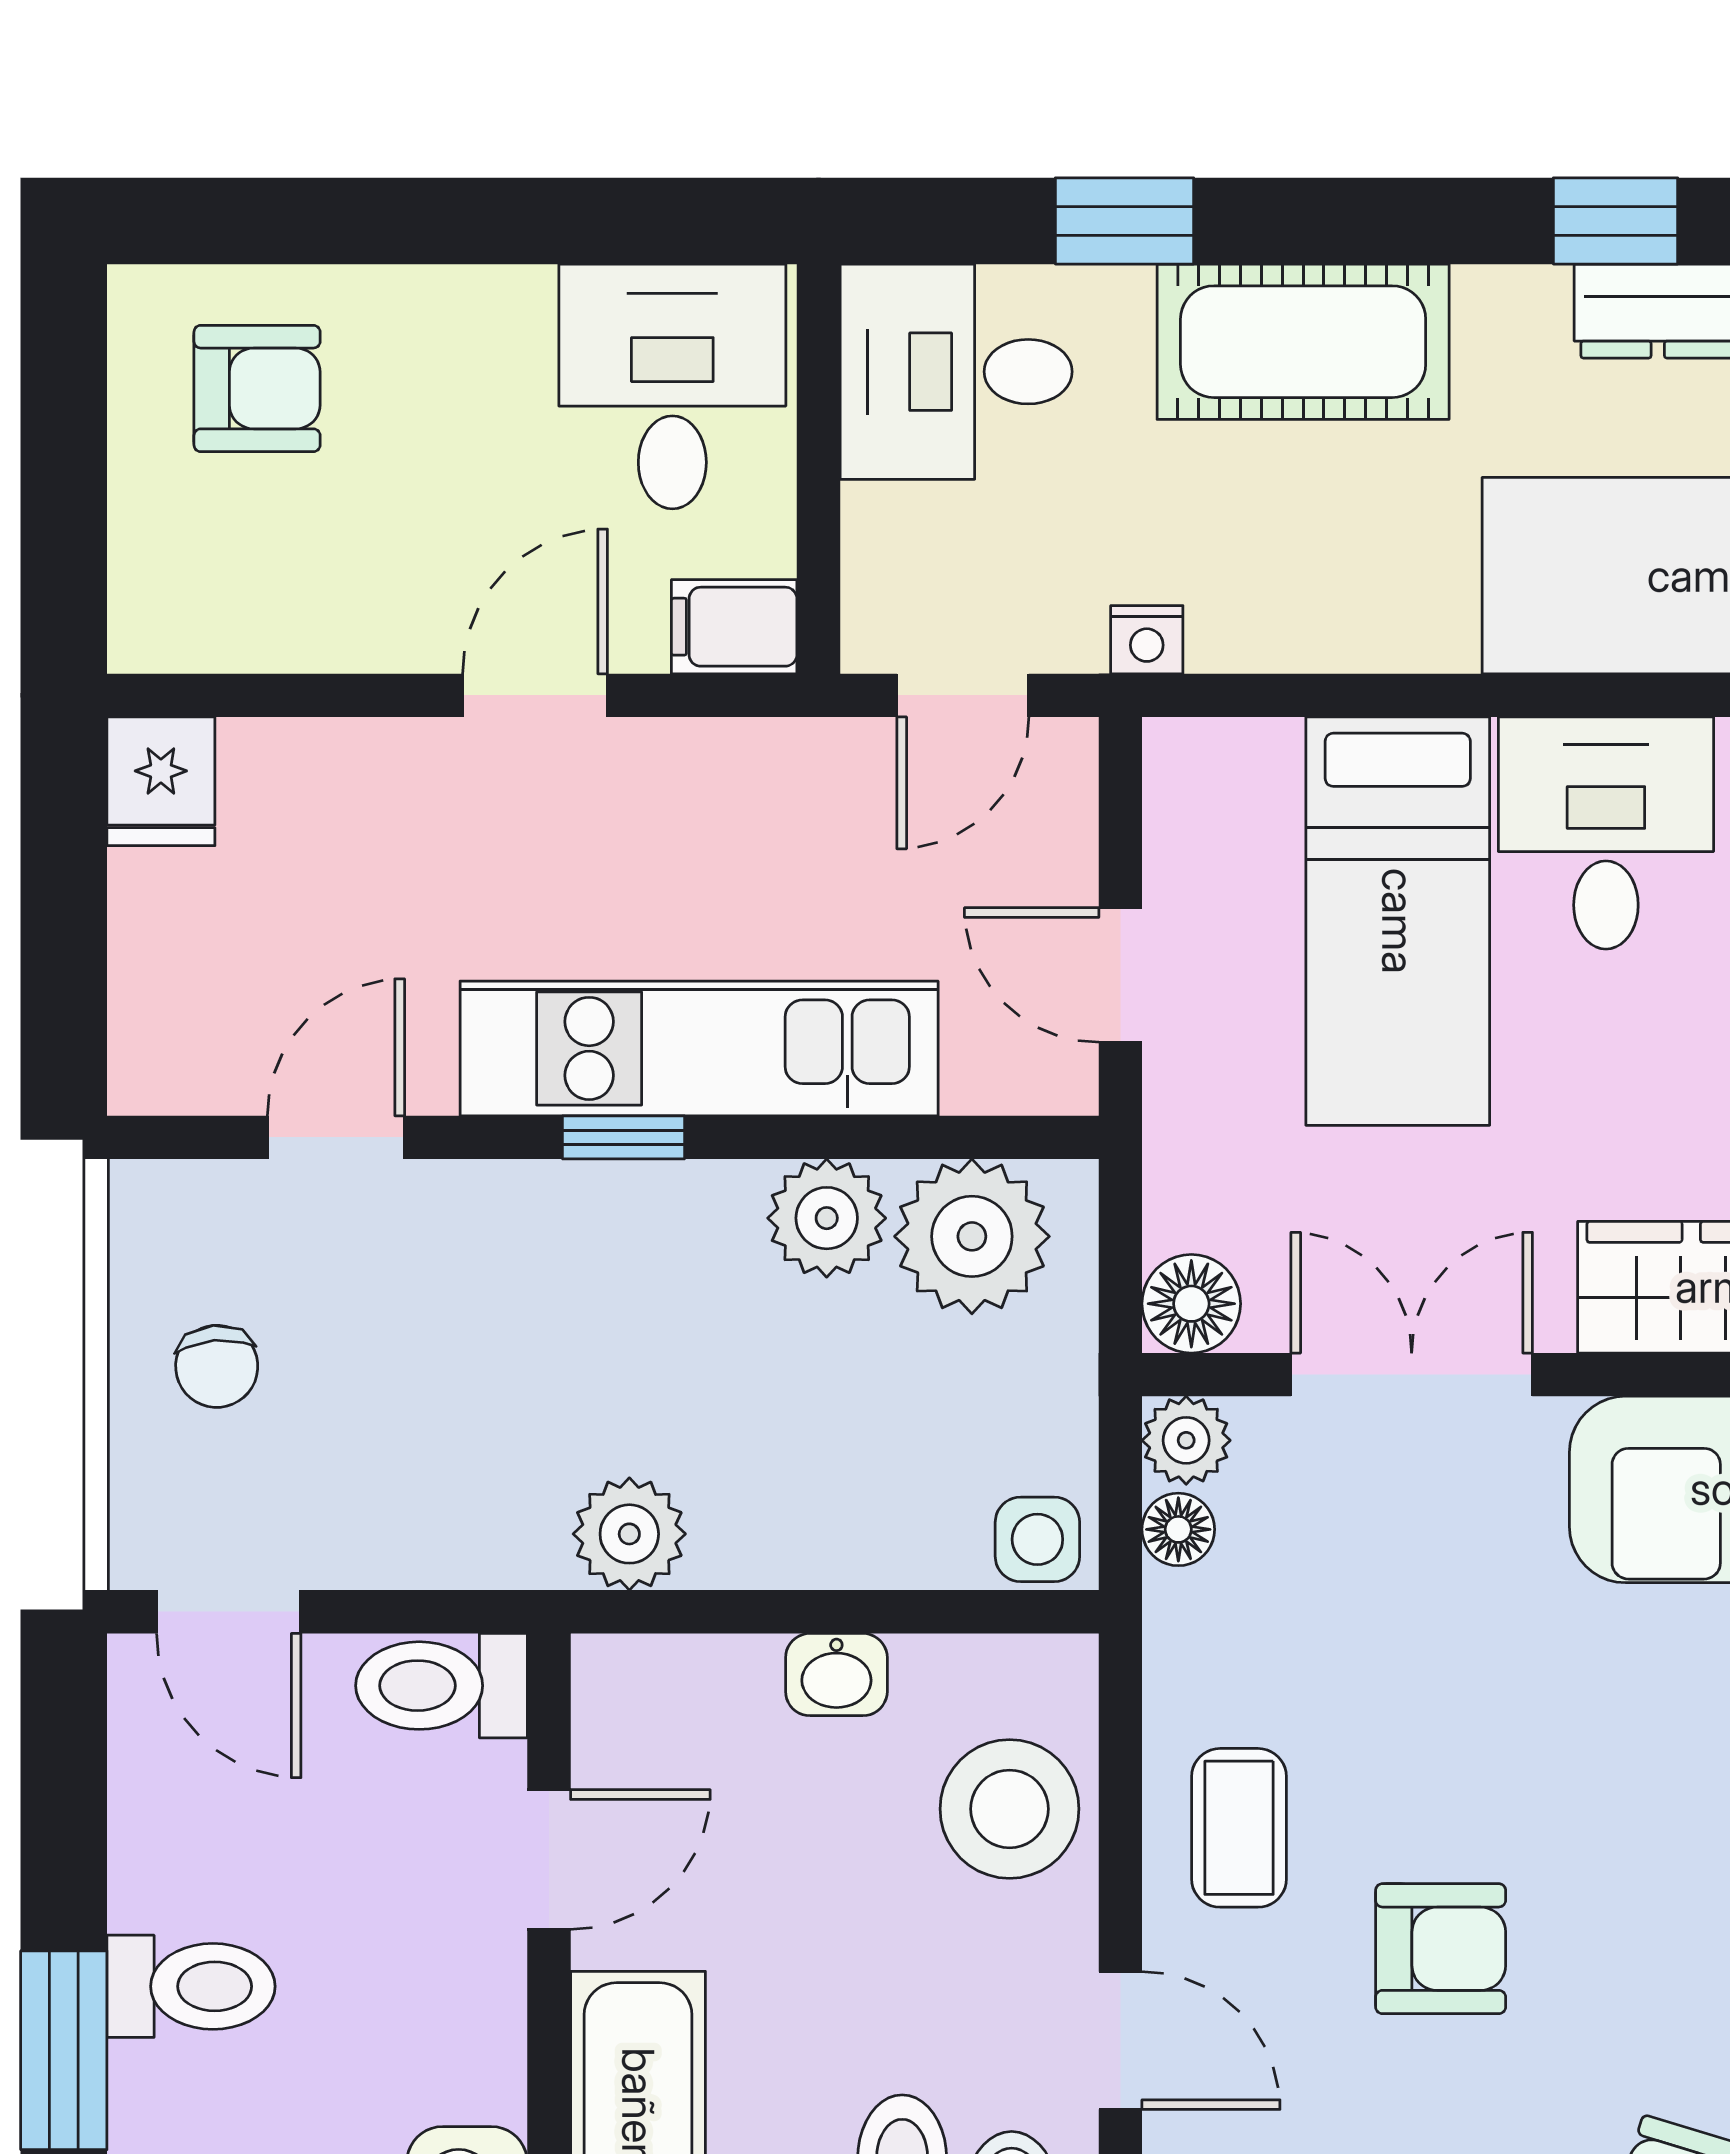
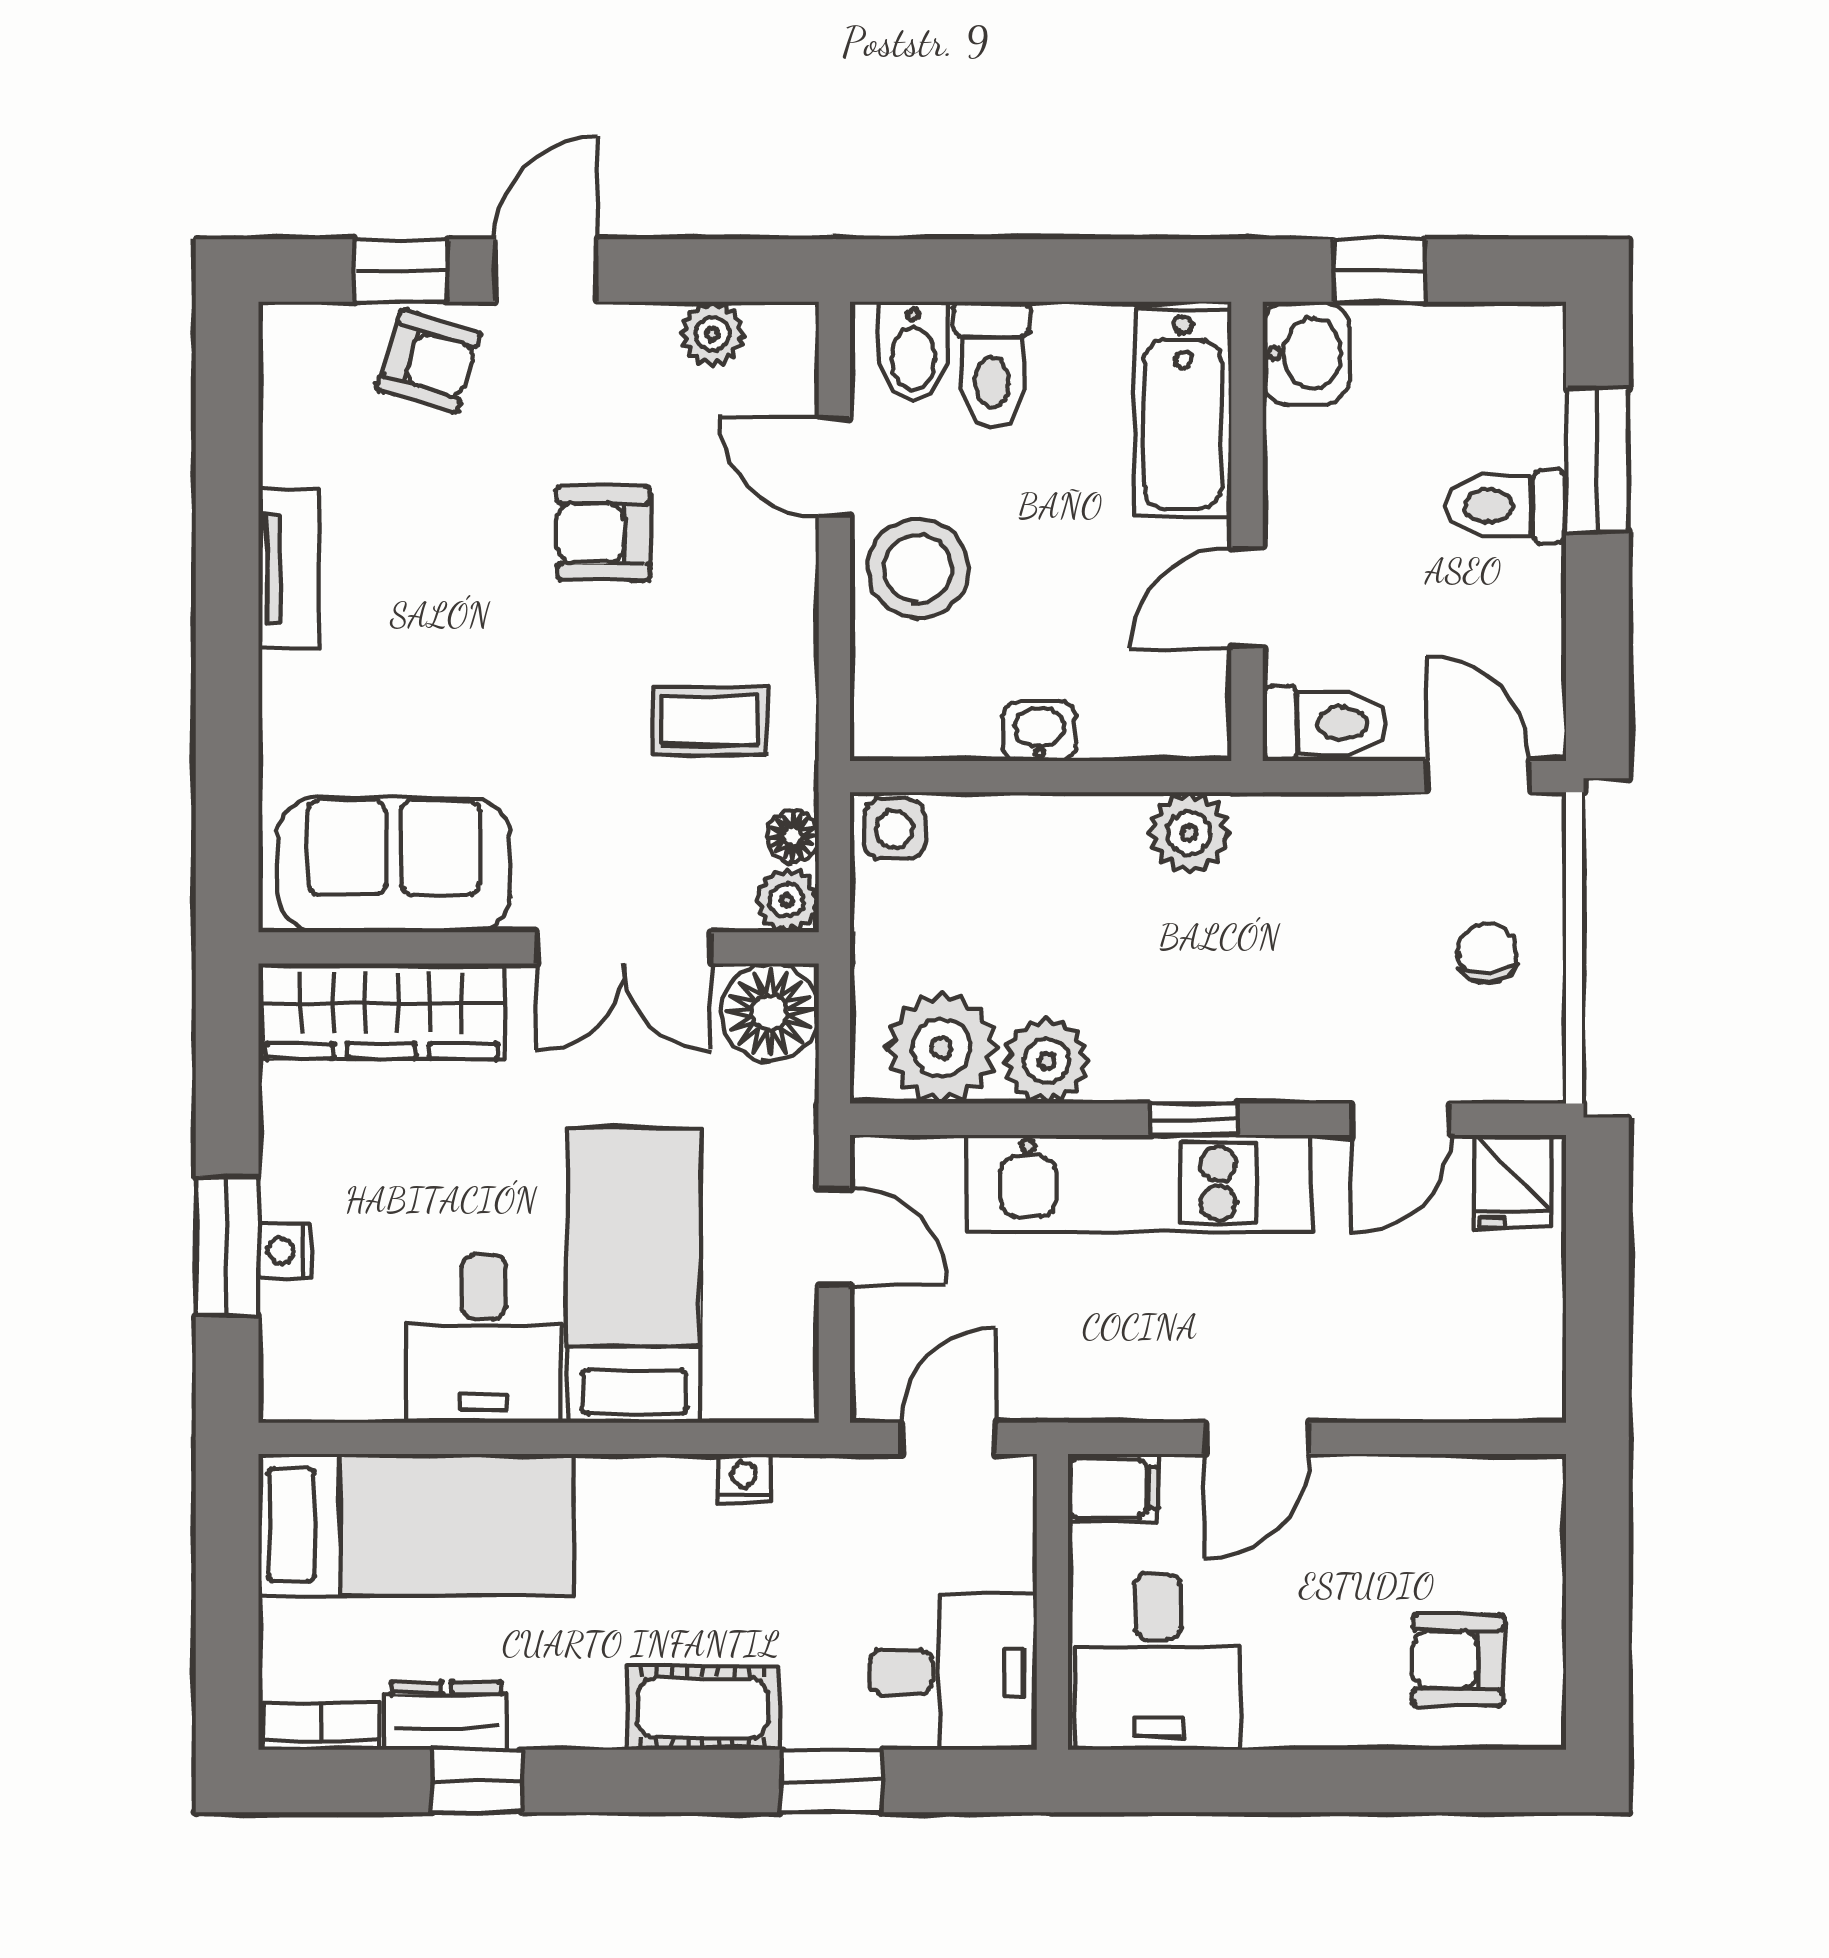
cot: (1303, 342) -> (703, 1708), width x0.73, depth x0.75
nightstand: (1147, 640) -> (744, 1479), moved
fridge: (161, 781) -> (1513, 1181), moved, turned 180
floor lamp: (1191, 1304) -> (770, 1012), width x1.38, depth x1.38
stool: (1010, 1809) -> (918, 568), moved
coffee table: (1239, 1828) -> (710, 721), moved, turned 90

